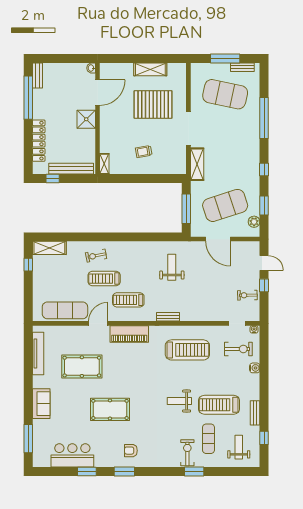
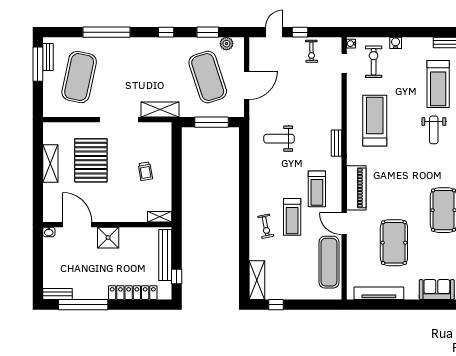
window: (225, 58) -> (38, 64), moved

